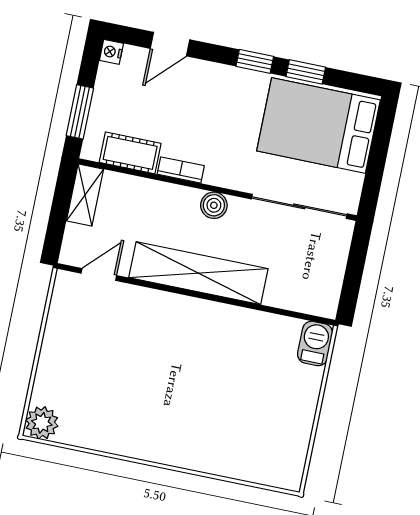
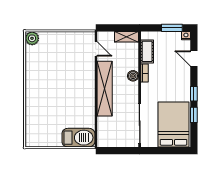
window: (80, 112) -> (172, 28), moved
boiler: (214, 205) -> (133, 76), moved
barbecue: (315, 343) -> (78, 138), width x1.88, depth x1.53

